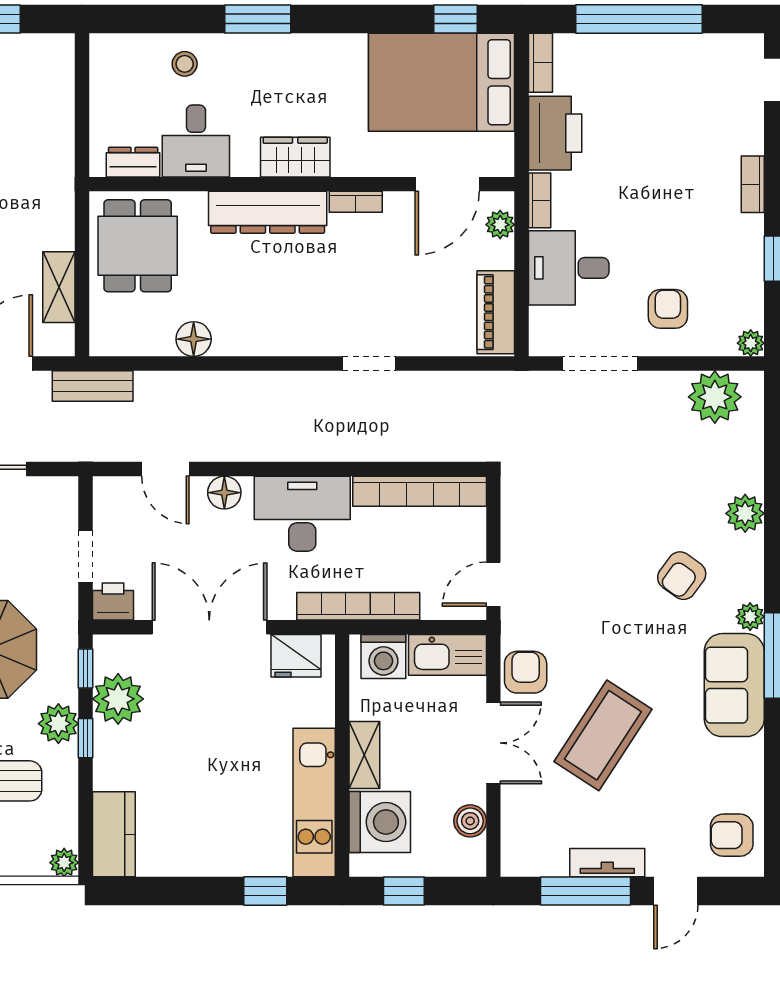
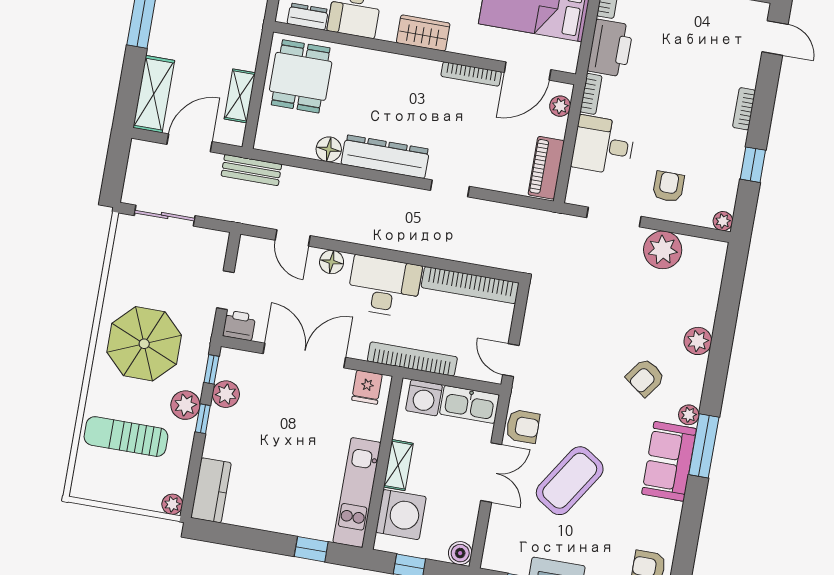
bookcase: (356, 202) -> (471, 74), width x1.56
dresser: (268, 212) -> (385, 157), moved, turned 180
plant: (715, 397) -> (663, 250), moved
door: (493, 584) -> (511, 360), hinge flipped
fridge: (296, 656) -> (367, 387), width x0.72
armchair: (526, 672) -> (523, 426), turned 90
plant: (118, 699) -> (226, 394), width x0.73, depth x0.73
boiler: (470, 821) -> (460, 553), moved

